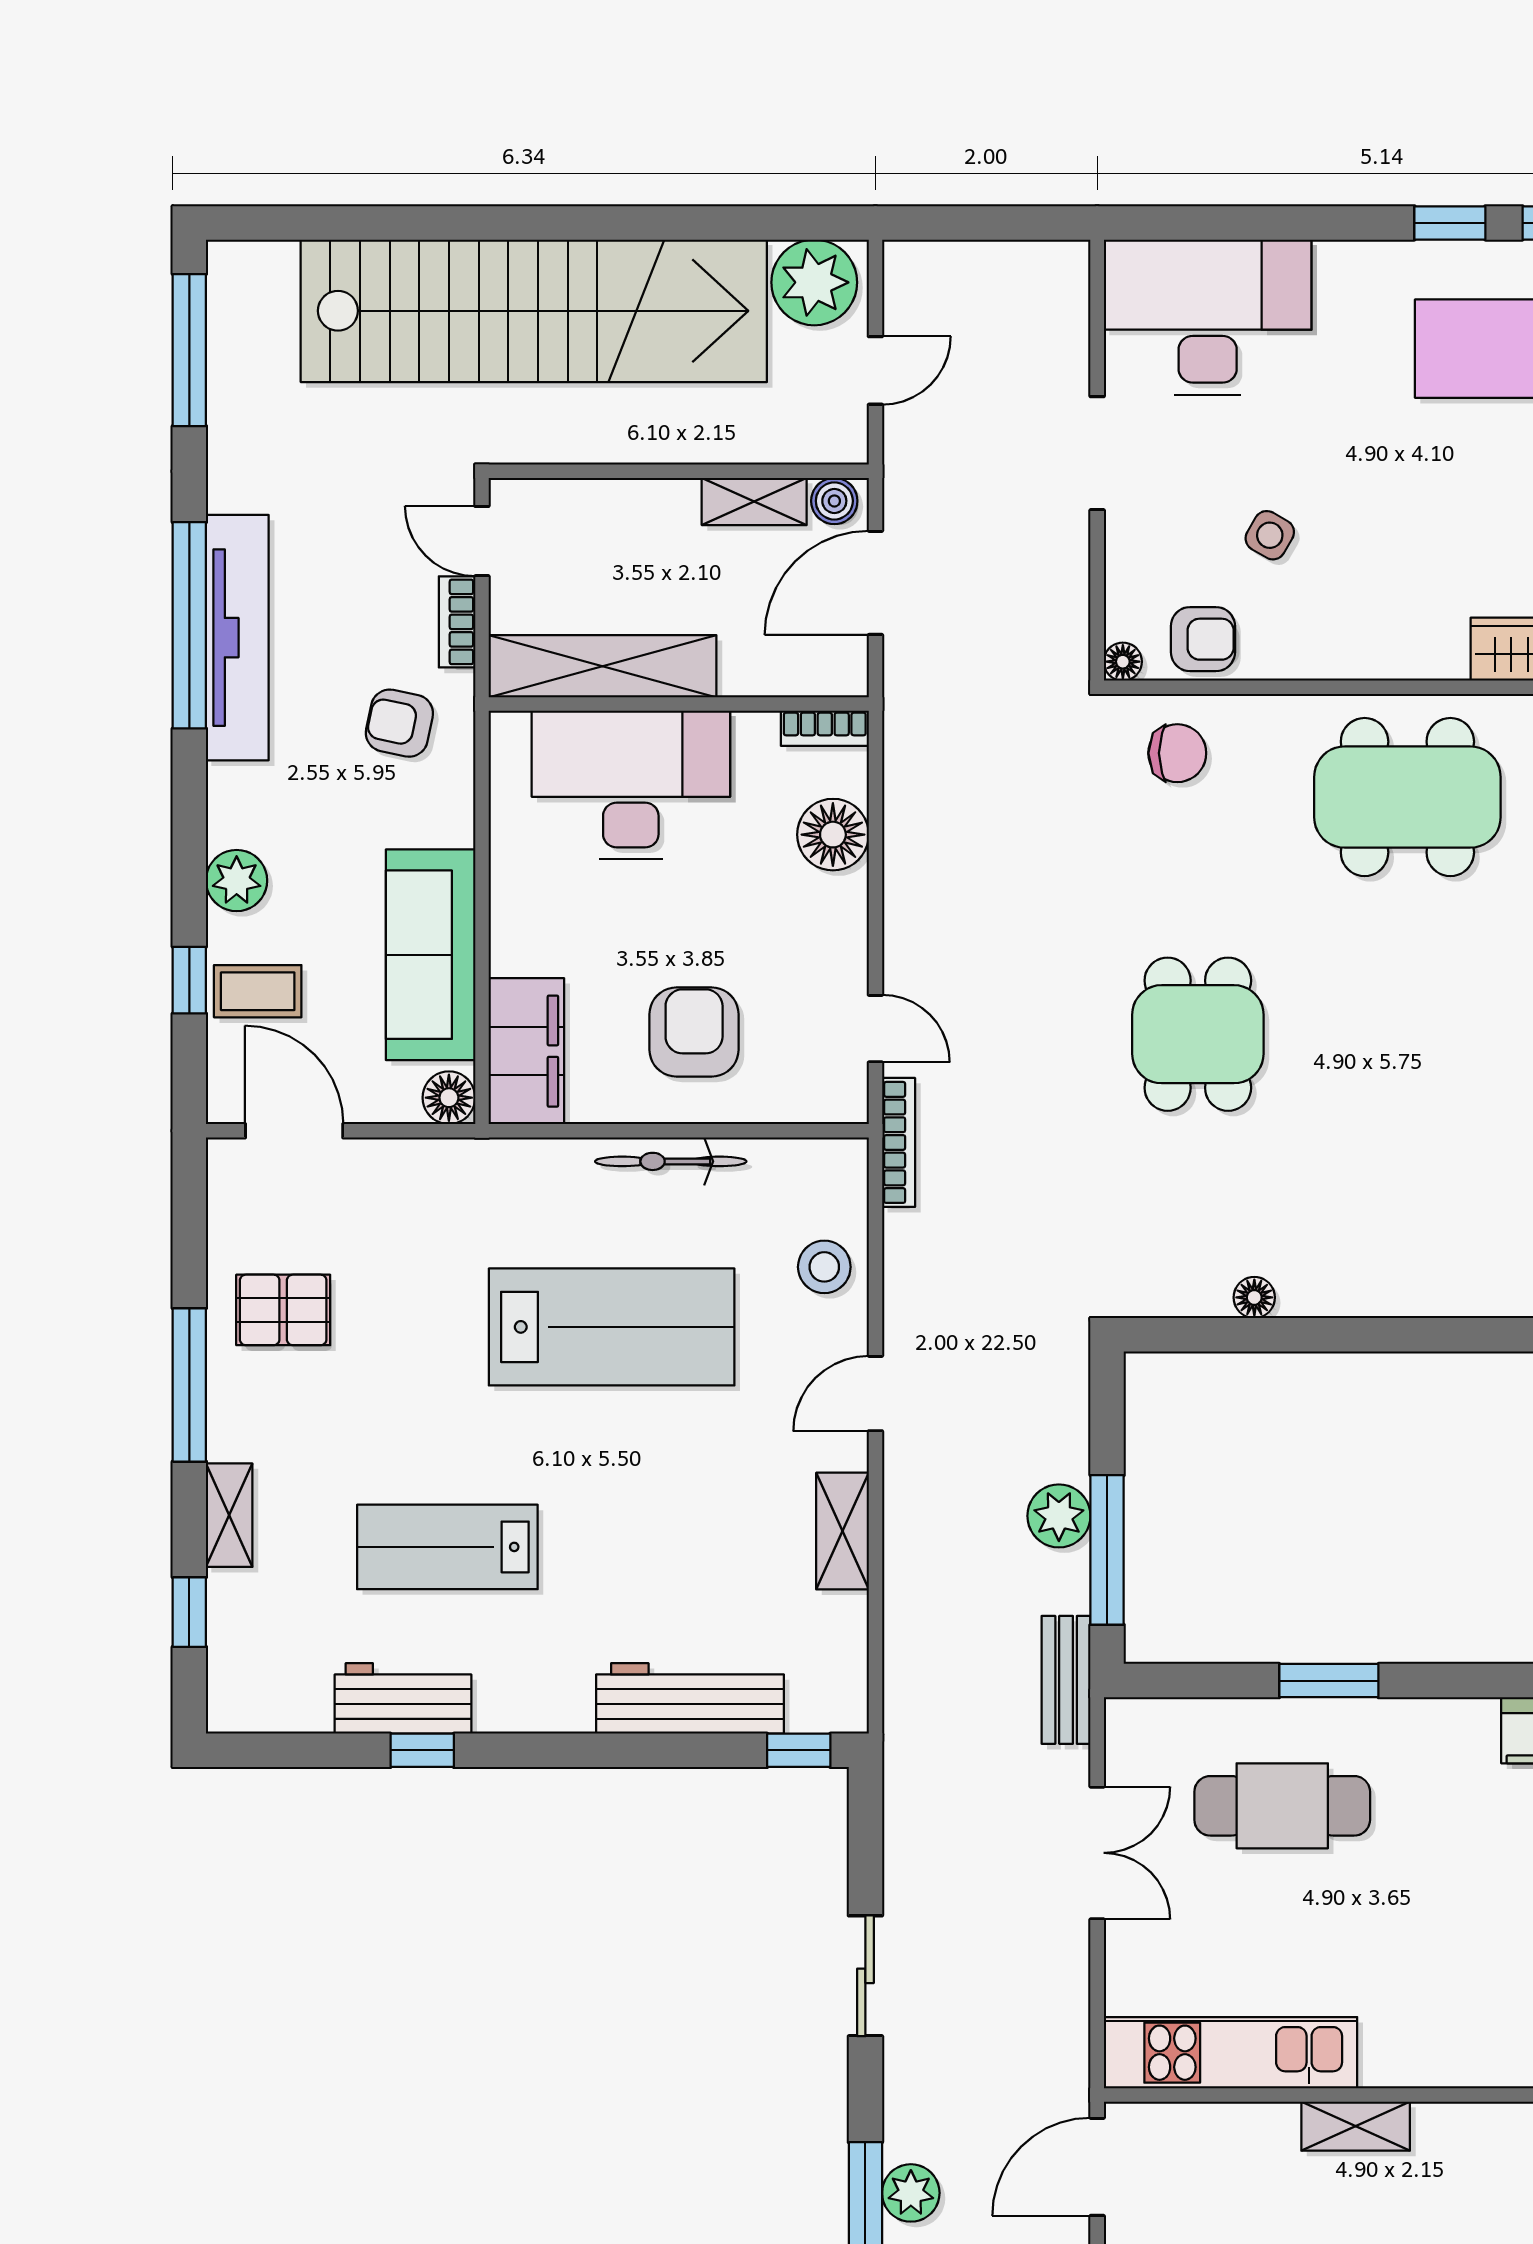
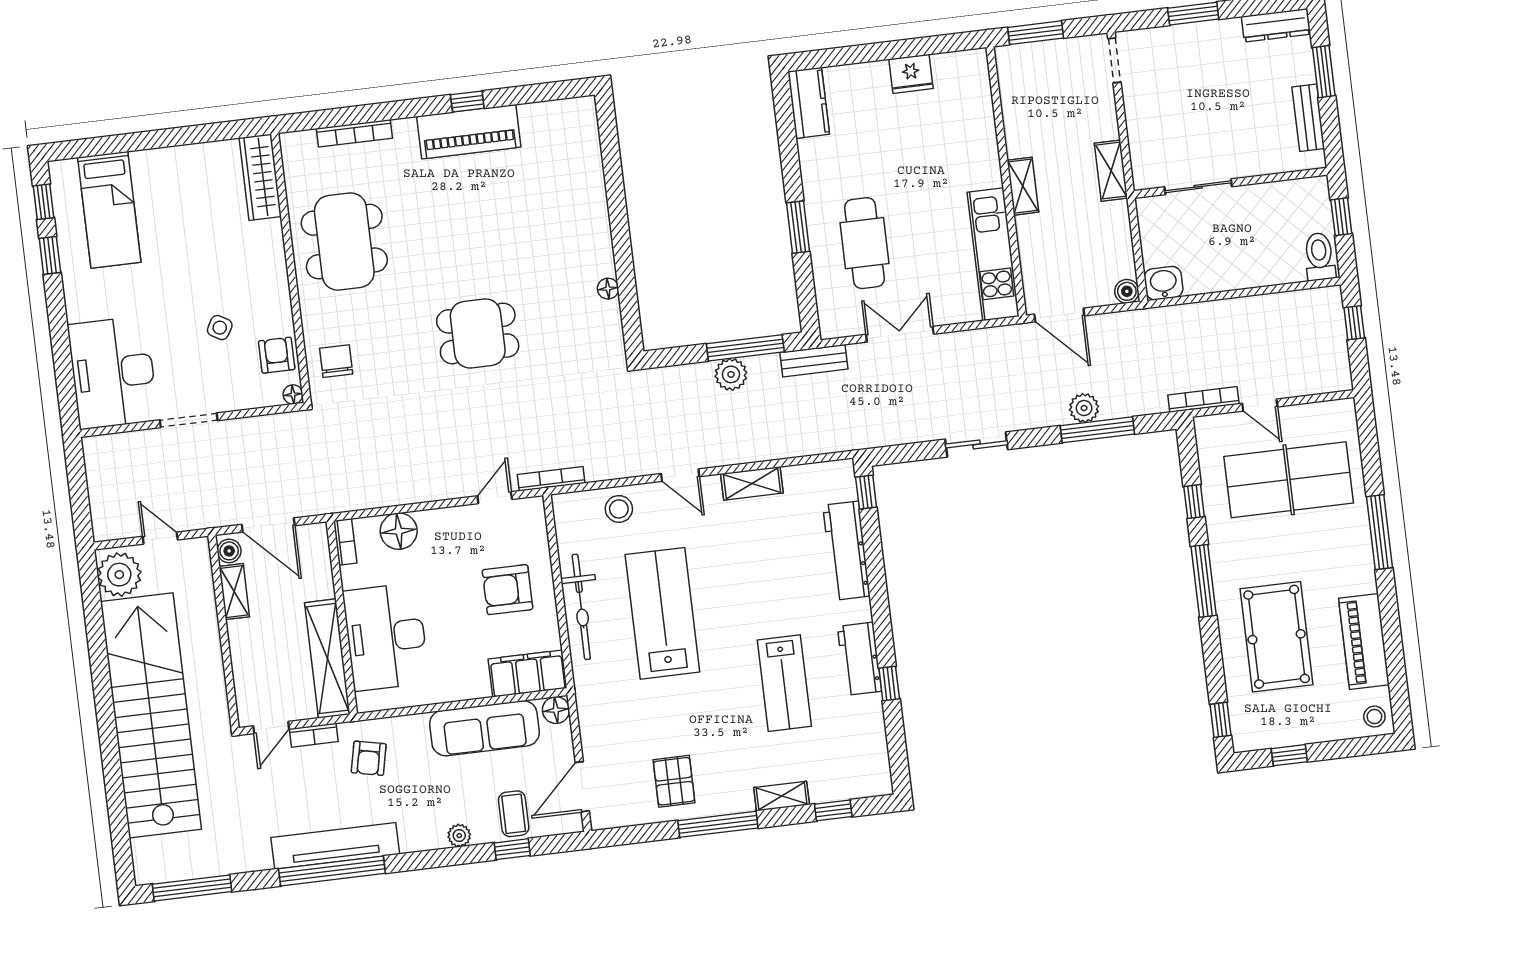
plant: (237, 881) -> (459, 836), width x0.73, depth x0.73
bicycle: (671, 1161) -> (581, 607), width x1.37, depth x1.40
workbench: (403, 1698) -> (859, 659), moved

